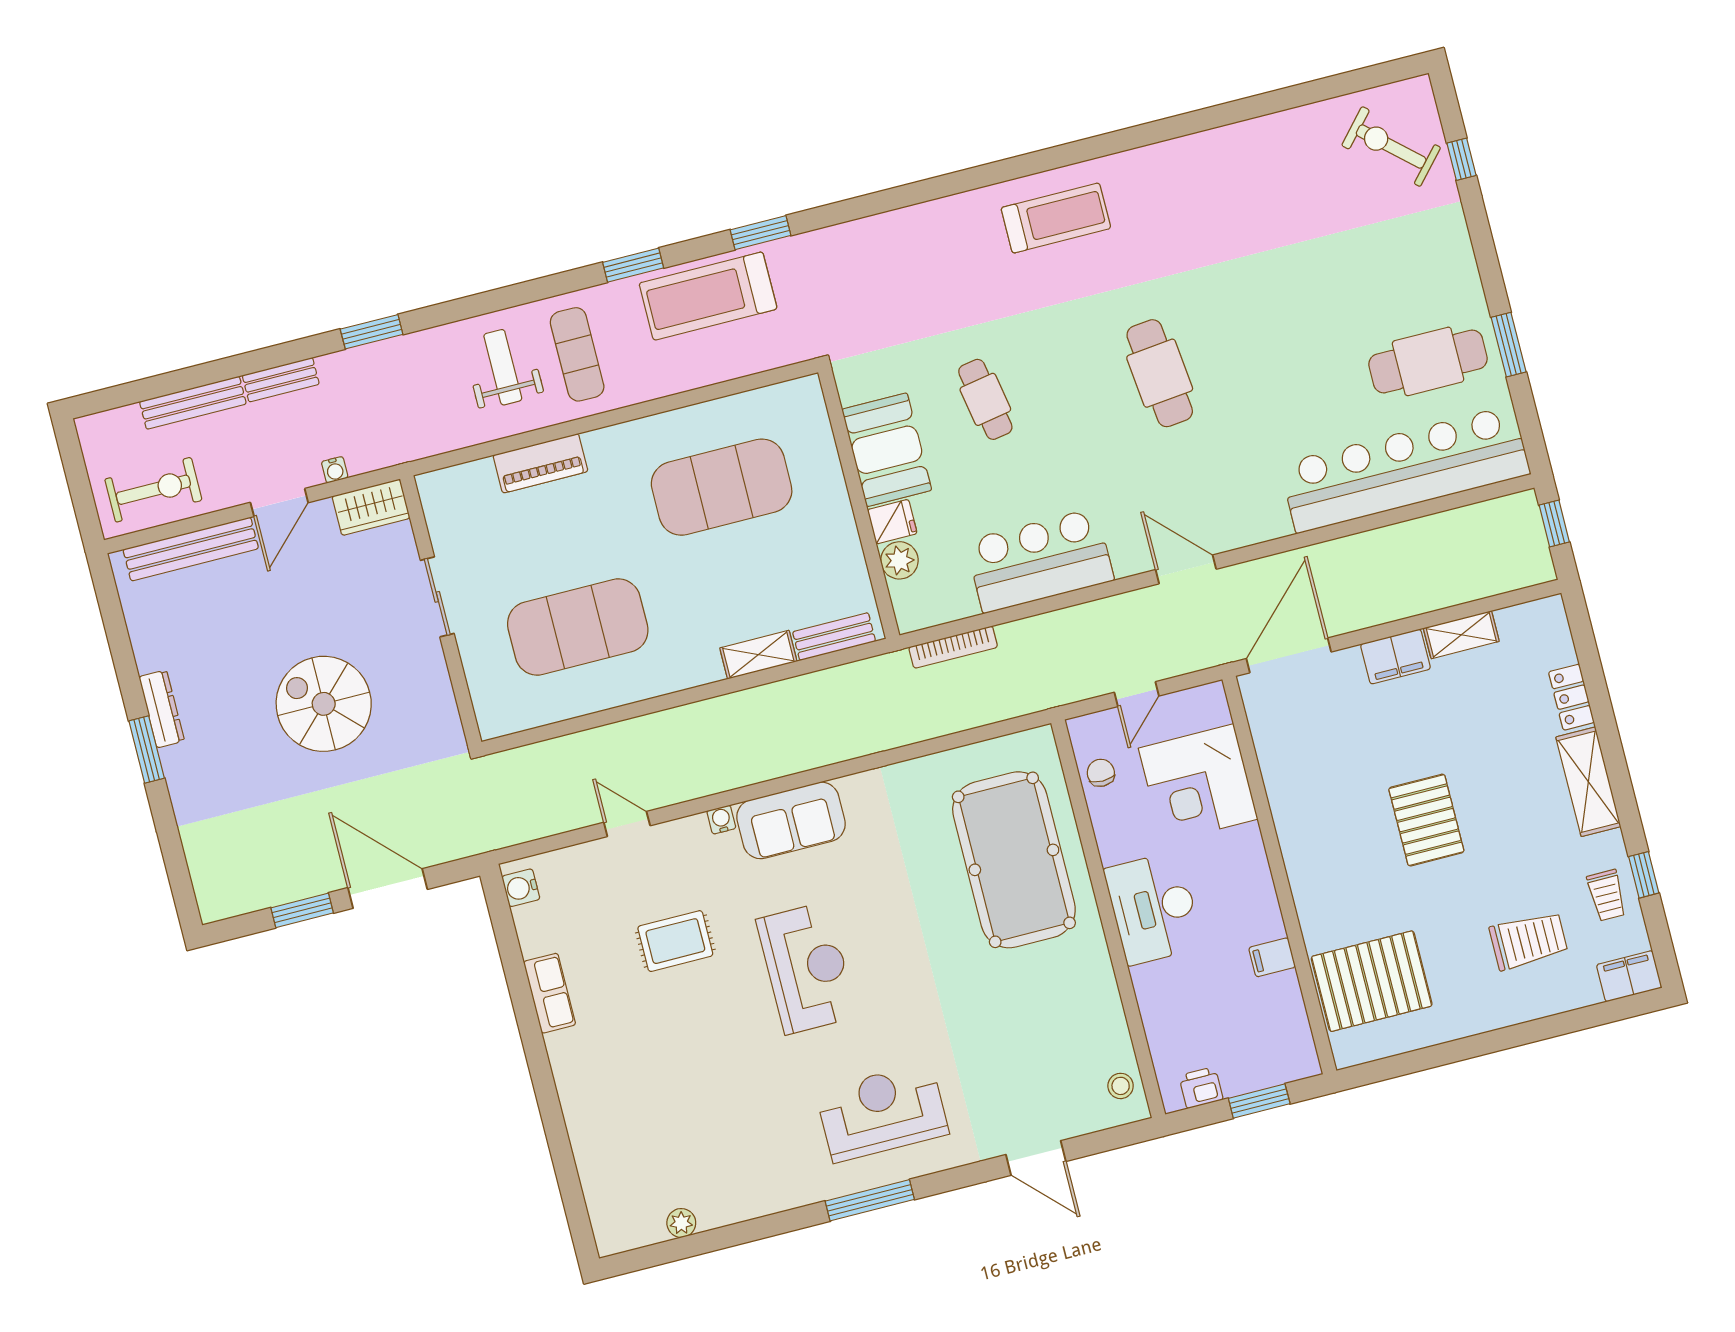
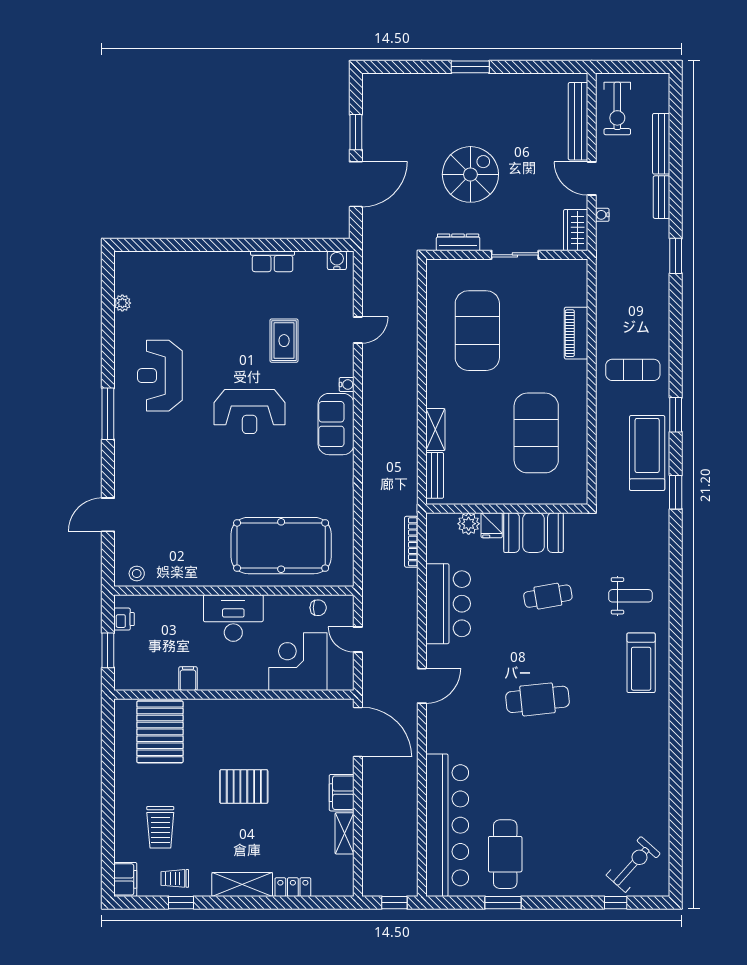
weight bench: (503, 367) -> (630, 596), moved
dresser: (162, 709) -> (458, 242), moved, turned 180
reception desk: (882, 1112) -> (160, 376), moved, turned 180

